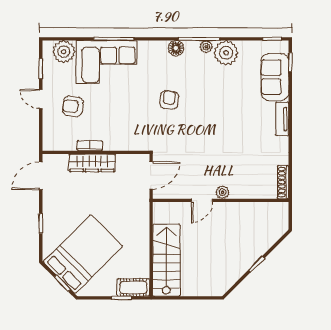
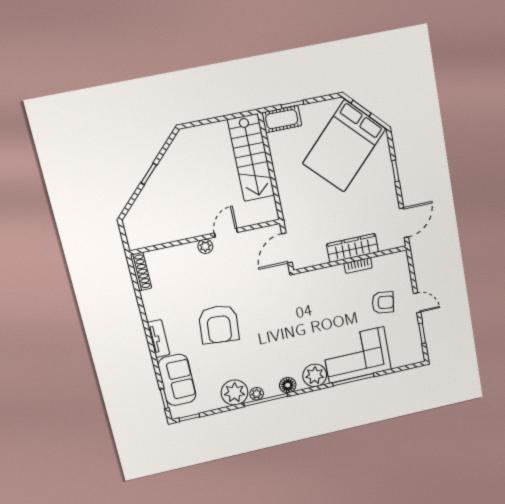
plant: (64, 52) -> (315, 375), moved
armchair: (169, 100) -> (219, 324), moved, width x1.88, depth x1.88

